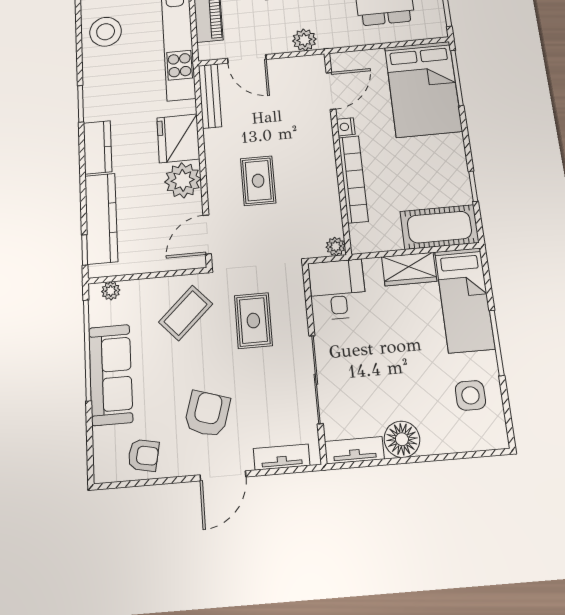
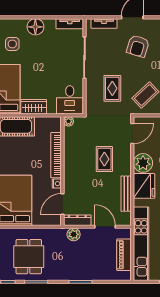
dresser: (300, 65) -> (77, 220), added
bench: (210, 96) -> (126, 194), moved
floor lamp: (402, 439) -> (35, 27), moved

